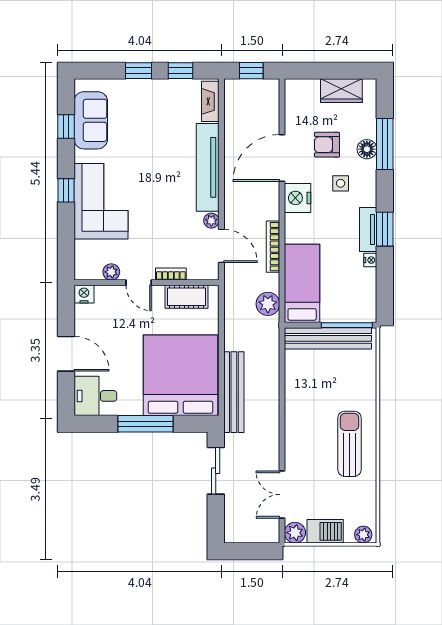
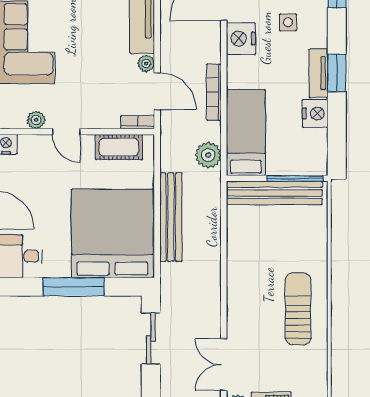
nightstand: (370, 260) -> (315, 114), width x1.89, depth x1.79
bookcase: (171, 274) -> (138, 122), moved
bench: (234, 392) -> (171, 217), moved

